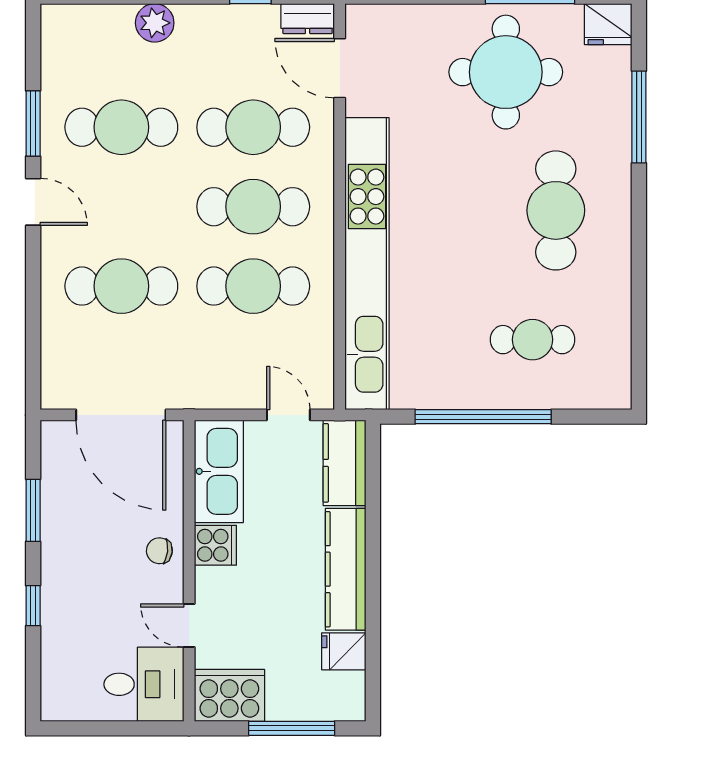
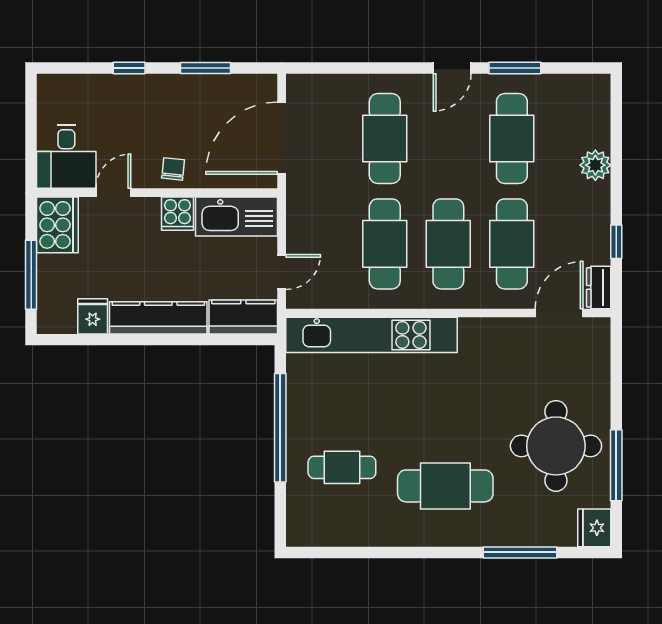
kitchen unit: (367, 264) -> (372, 335), width x0.73
cafe table: (533, 340) -> (342, 467), turned 90

